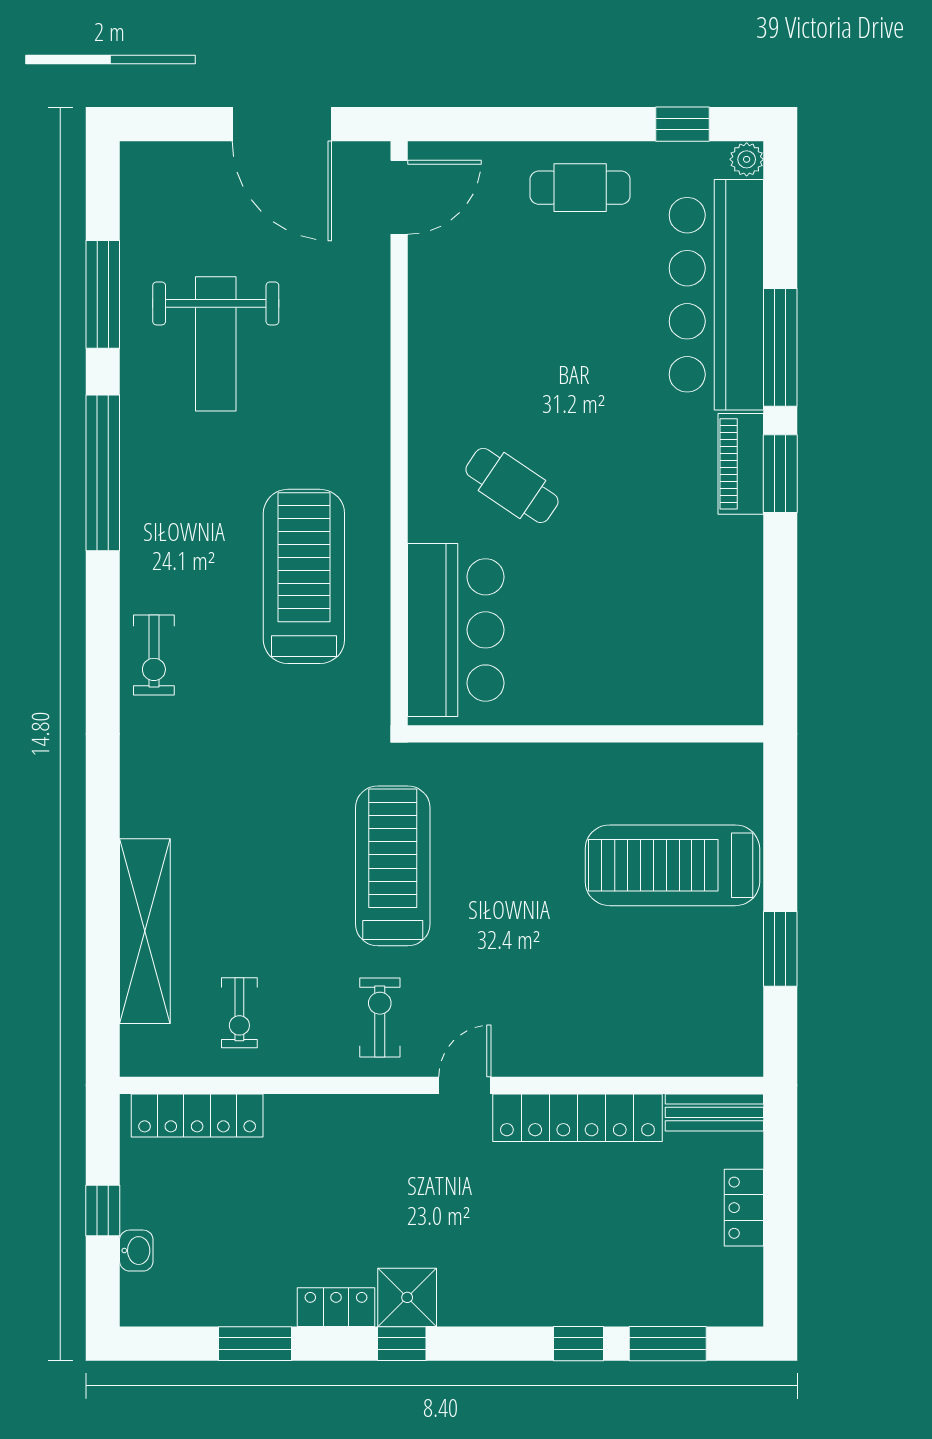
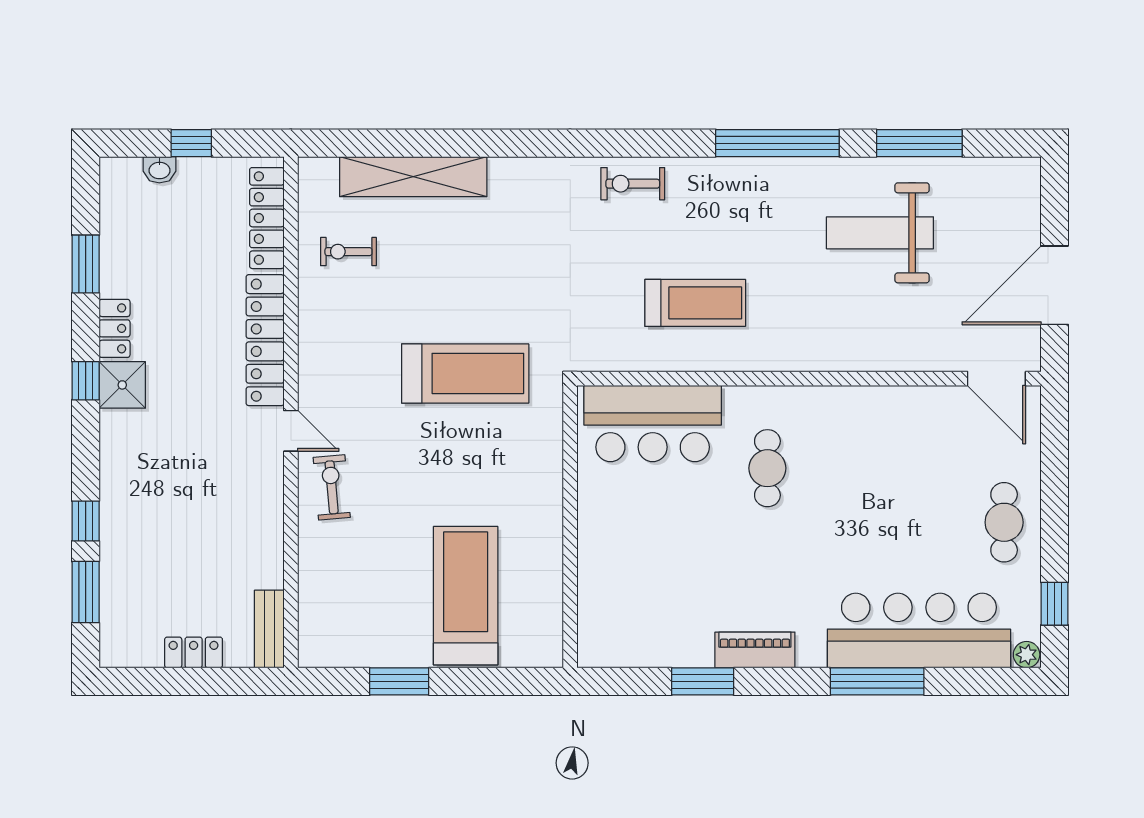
piano: (741, 464) -> (755, 650), moved
window: (780, 474) -> (703, 681), moved
cafe table: (512, 485) -> (767, 468), turned -34
treadmill: (304, 576) -> (695, 303), width x0.73, depth x0.73
exercise bike: (380, 1017) -> (332, 487), moved, turned -95
locker: (577, 1118) -> (265, 340), moved

